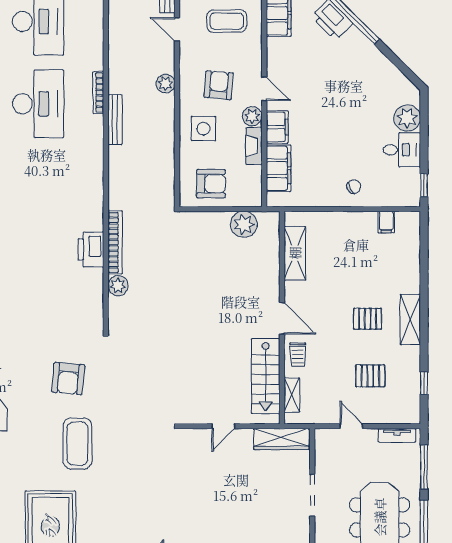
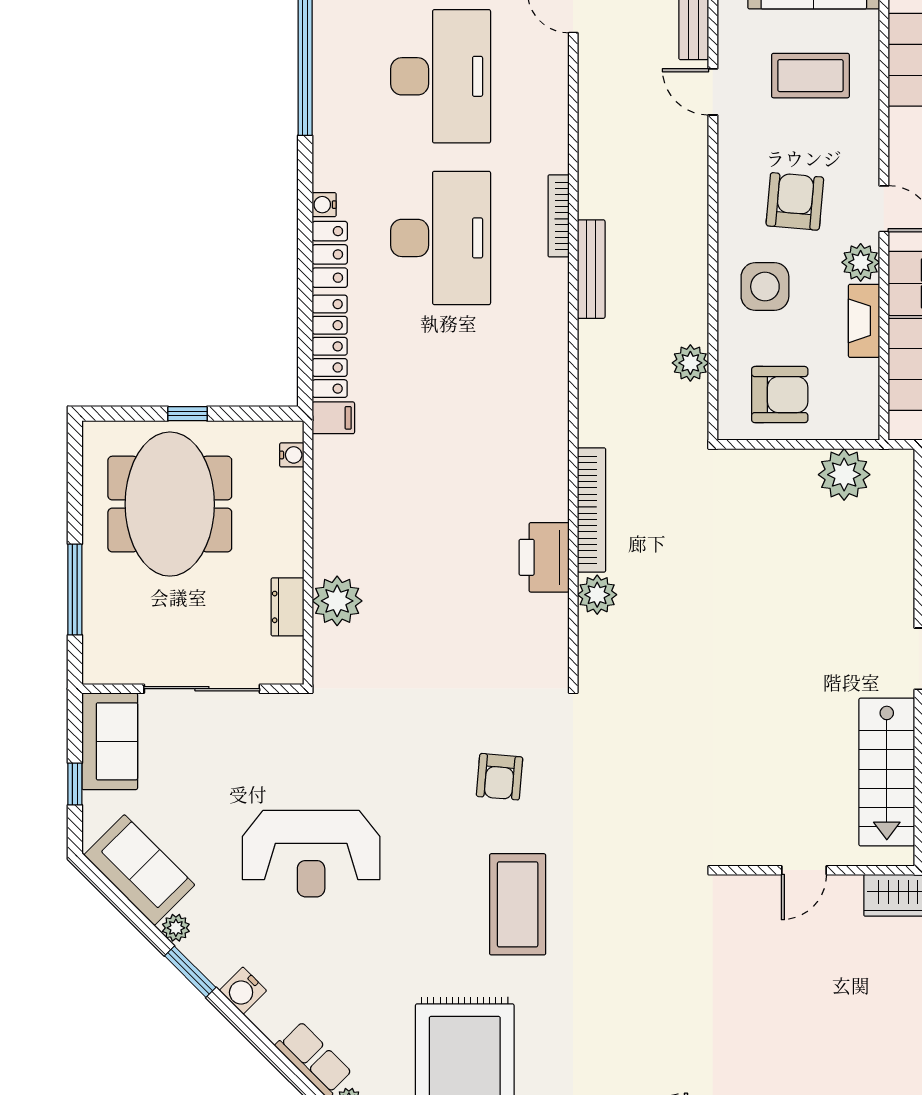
plant: (165, 84) -> (690, 363), moved
printer: (91, 249) -> (544, 557), moved
armchair: (68, 378) -> (500, 777), width x0.72, depth x0.72

